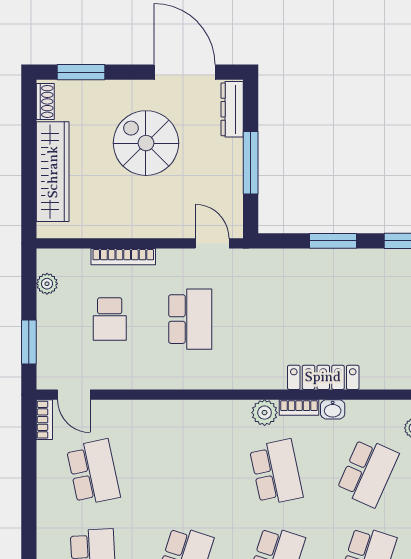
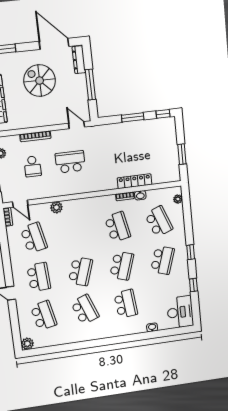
school desk: (190, 319) -> (70, 162), turned -90
plant: (265, 413) -> (56, 207), moved
school desk: (368, 472) -> (159, 221), turned -45

